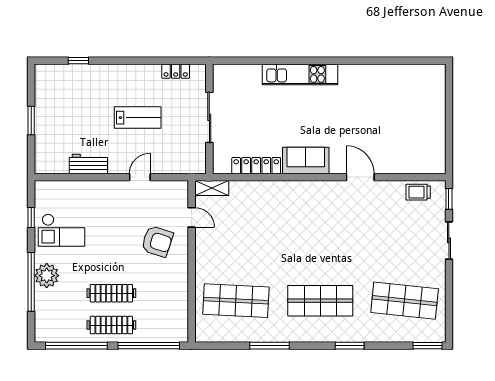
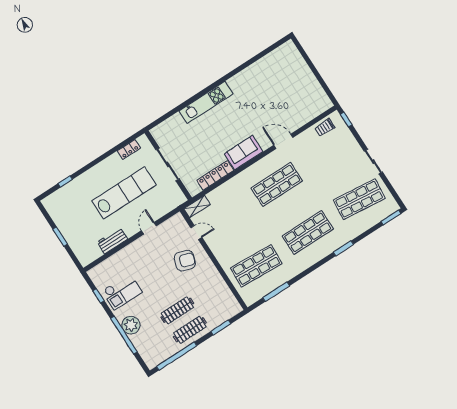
lab bench: (138, 118) -> (124, 193), width x1.86, depth x1.39
shop shelf: (320, 222) -> (277, 184), added
sliding door: (449, 240) -> (373, 162), moved
window: (149, 346) -> (221, 328), width x0.47
window: (270, 346) -> (276, 292), moved

